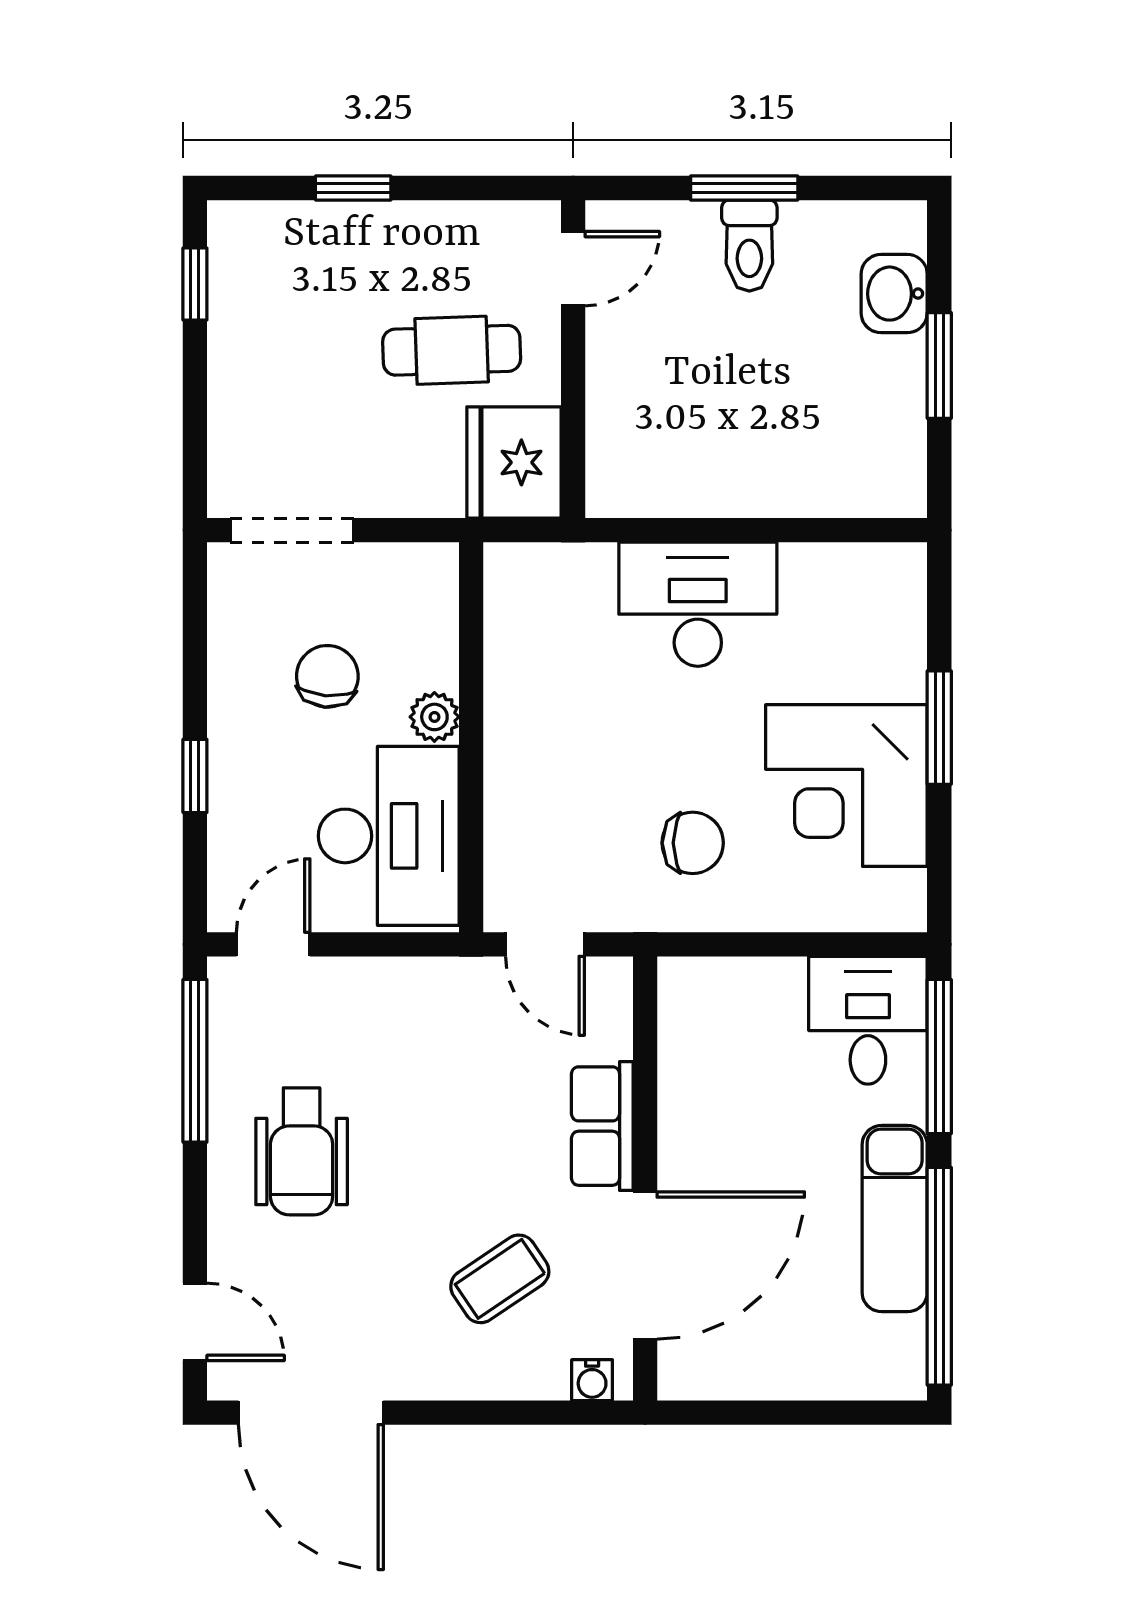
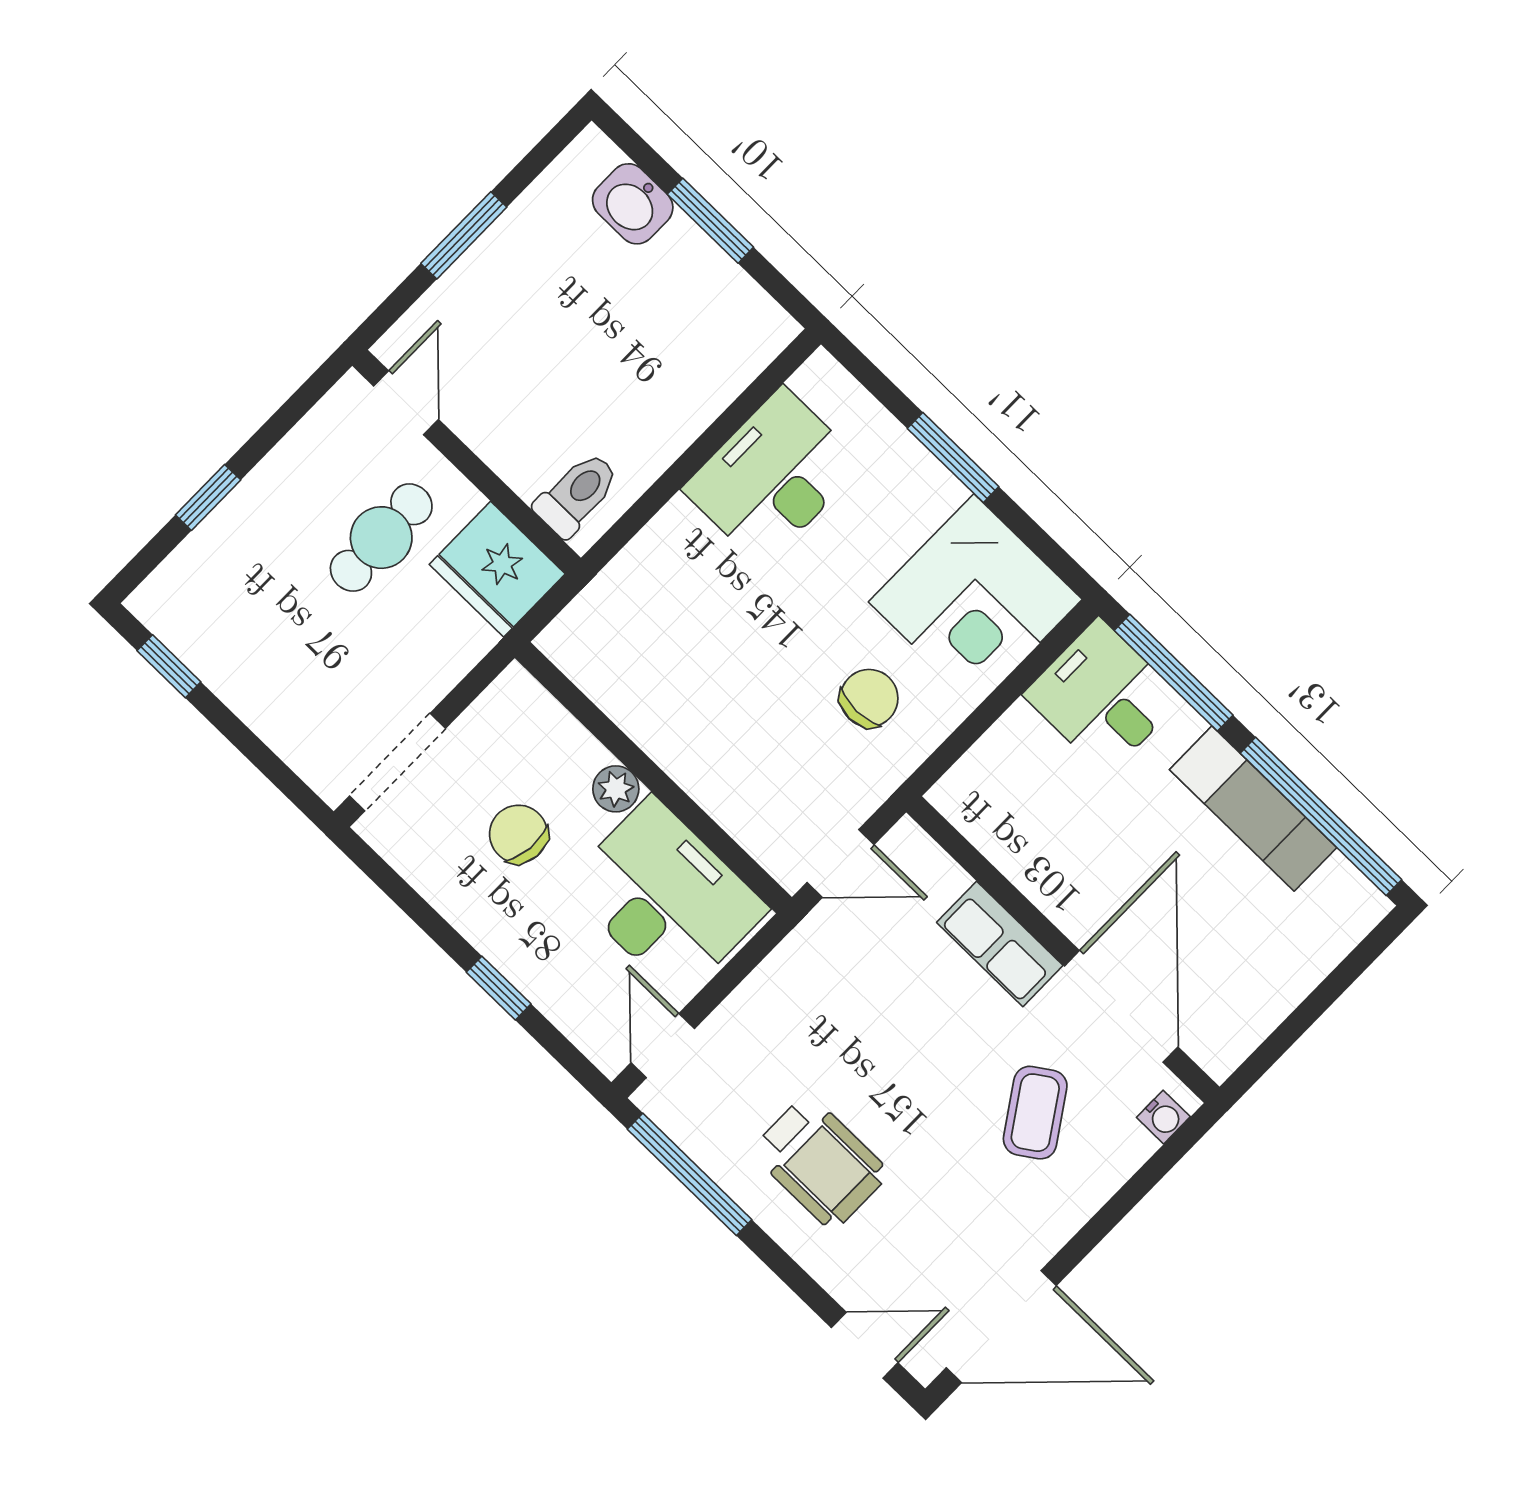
toilet: (749, 246) -> (577, 494), moved, turned -90
desk: (698, 604) -> (773, 477), moved
corner desk: (846, 786) -> (975, 601), moved

